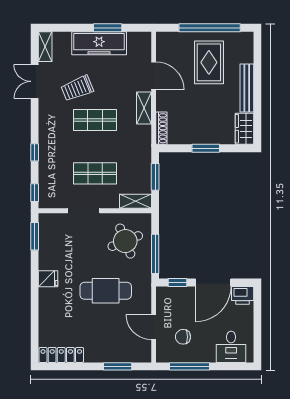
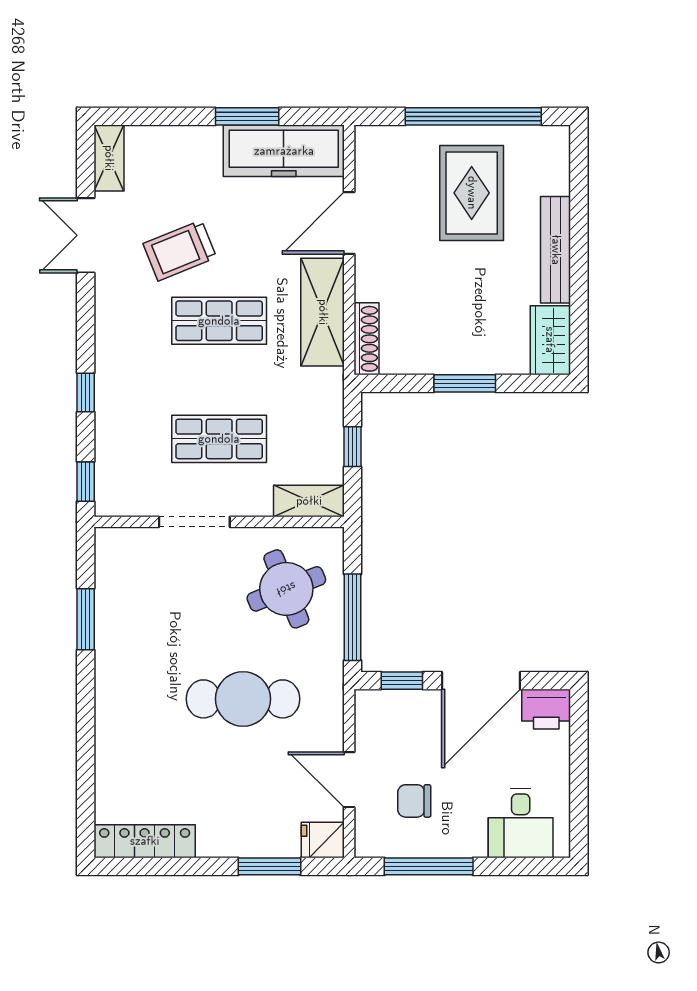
freezer: (99, 43) -> (284, 151), moved
door: (154, 76) -> (349, 223), swing flipped
shelving: (144, 108) -> (323, 312), width x1.50, depth x1.33
window: (155, 177) -> (353, 447), width x0.67
window: (35, 236) -> (86, 619), moved
fridge: (48, 279) -> (323, 840), moved, turned 180

